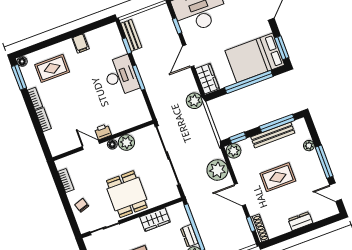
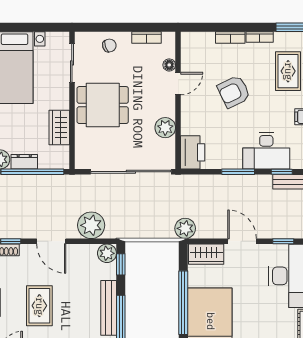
desk: (121, 76) -> (266, 151), moved
armchair: (82, 102) -> (234, 92), added
printer: (103, 132) -> (193, 152), moved, width x1.87, depth x1.48
floor lamp: (112, 144) -> (169, 65), moved
rug: (278, 177) -> (39, 306), moved
door: (240, 195) -> (51, 241), swing flipped

